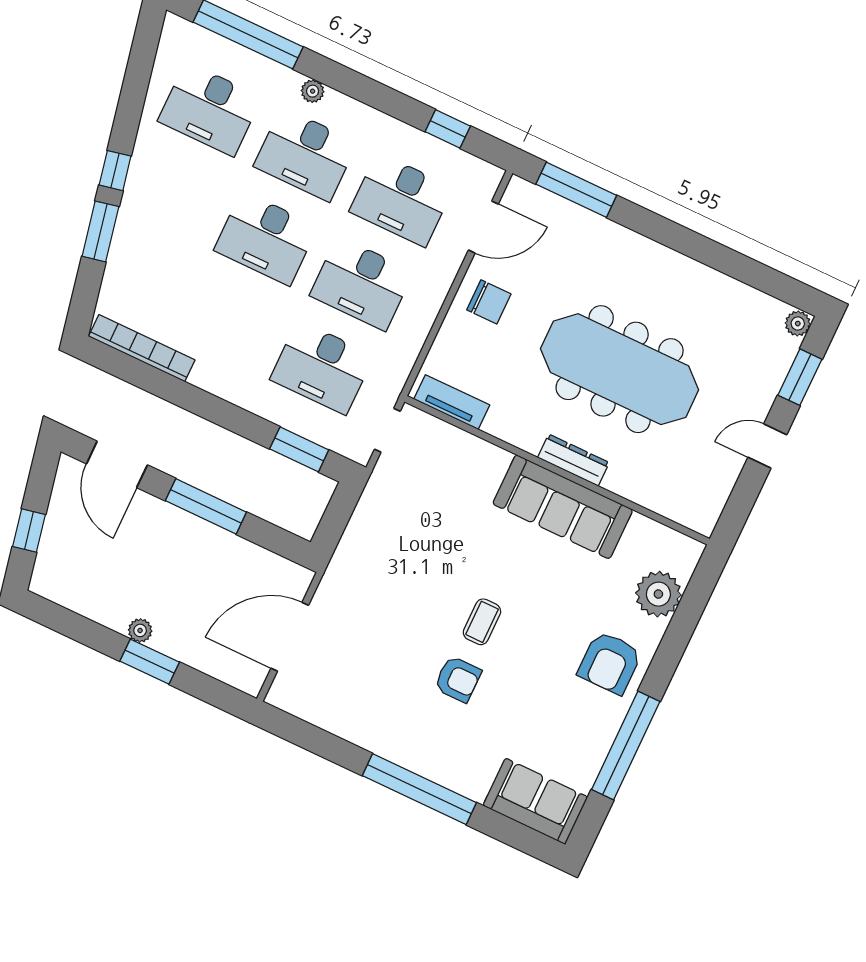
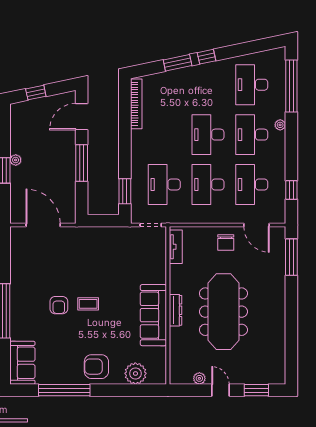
plant: (798, 324) -> (199, 378), moved

